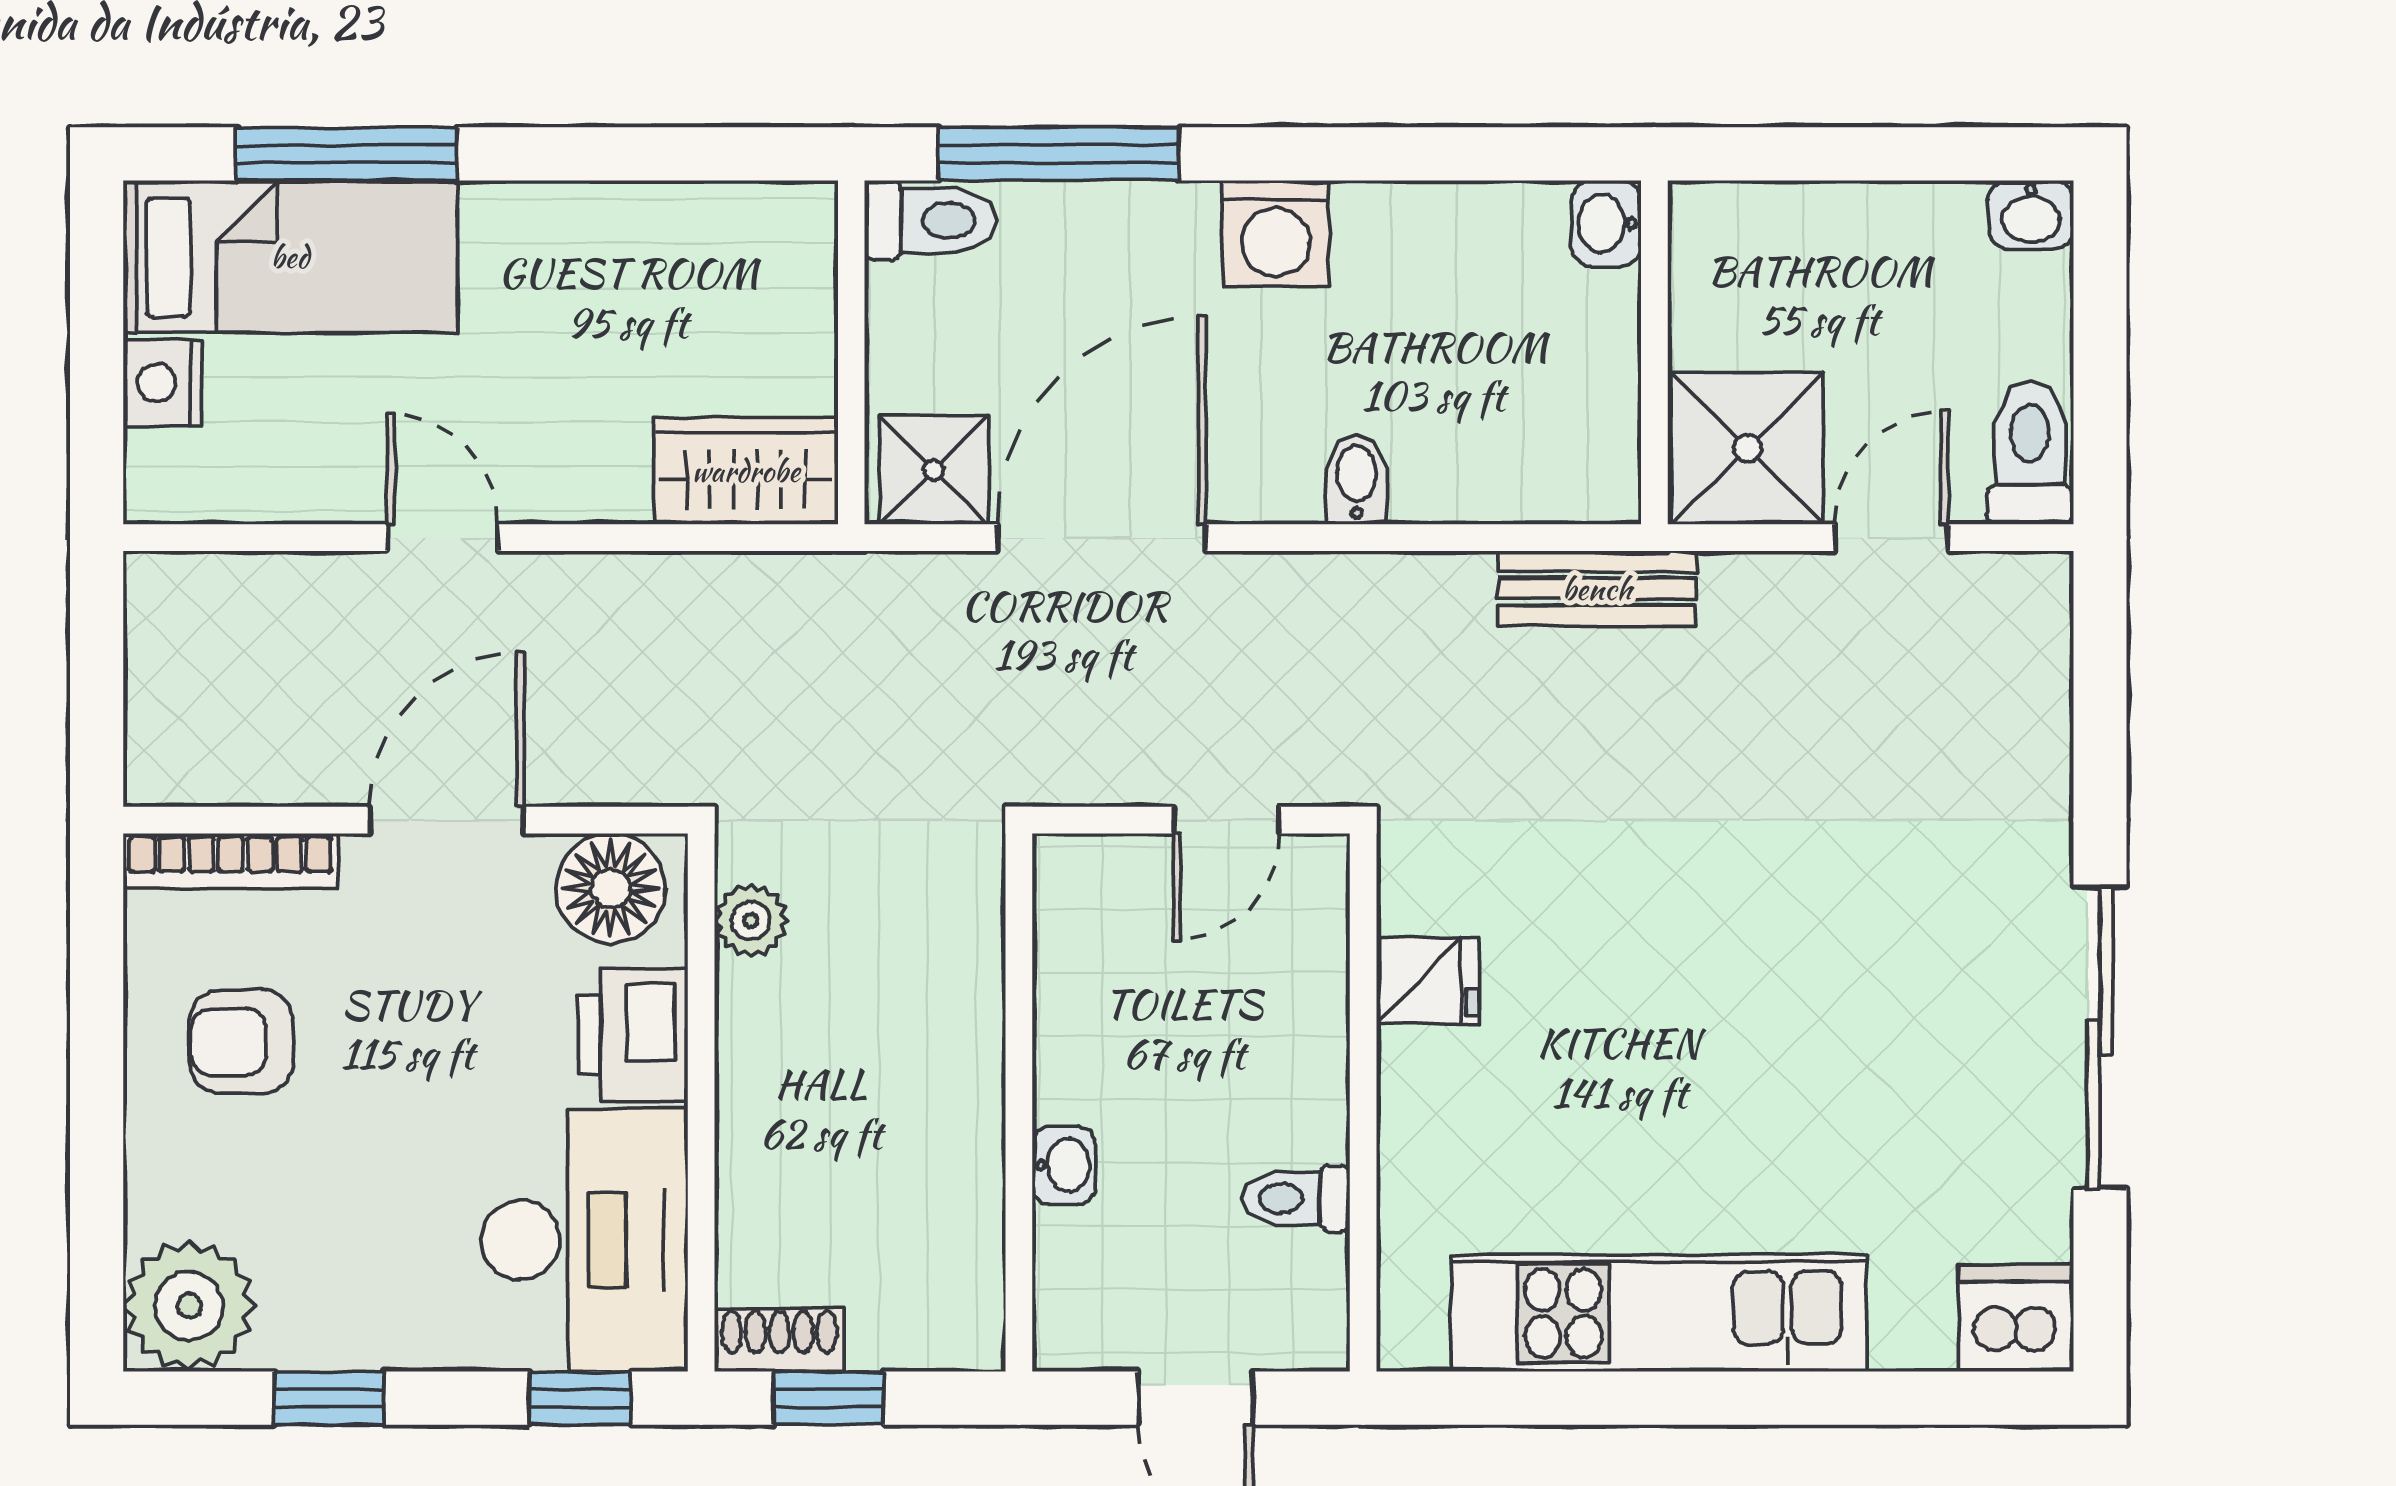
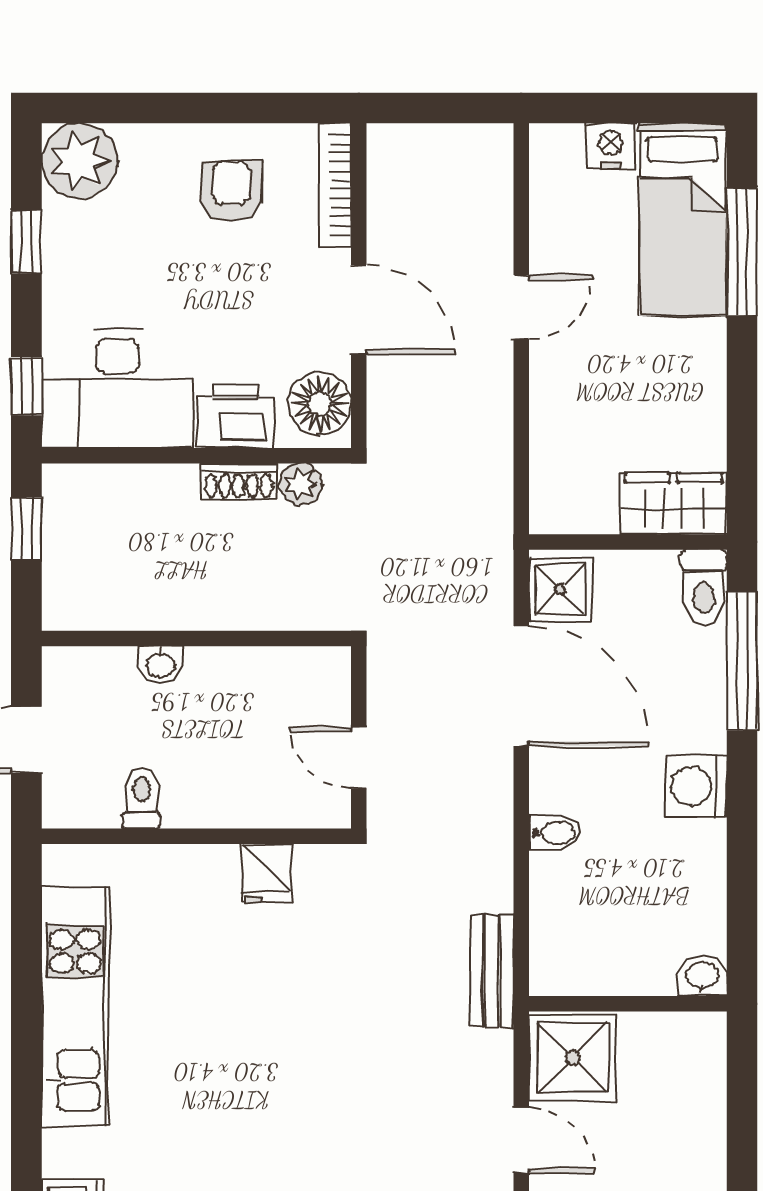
wardrobe: (746, 471) -> (674, 504), moved, turned -90
shoe rack: (779, 1340) -> (239, 481), moved, turned 90

